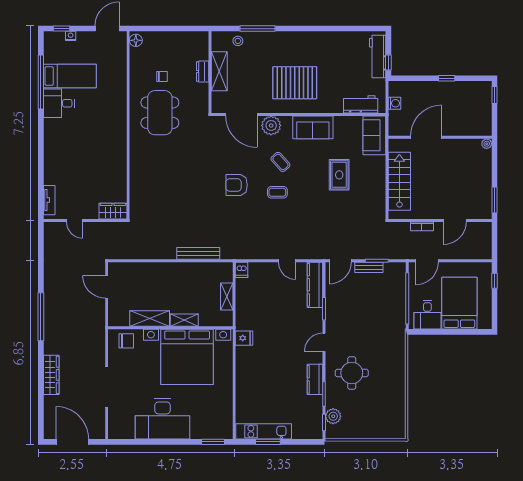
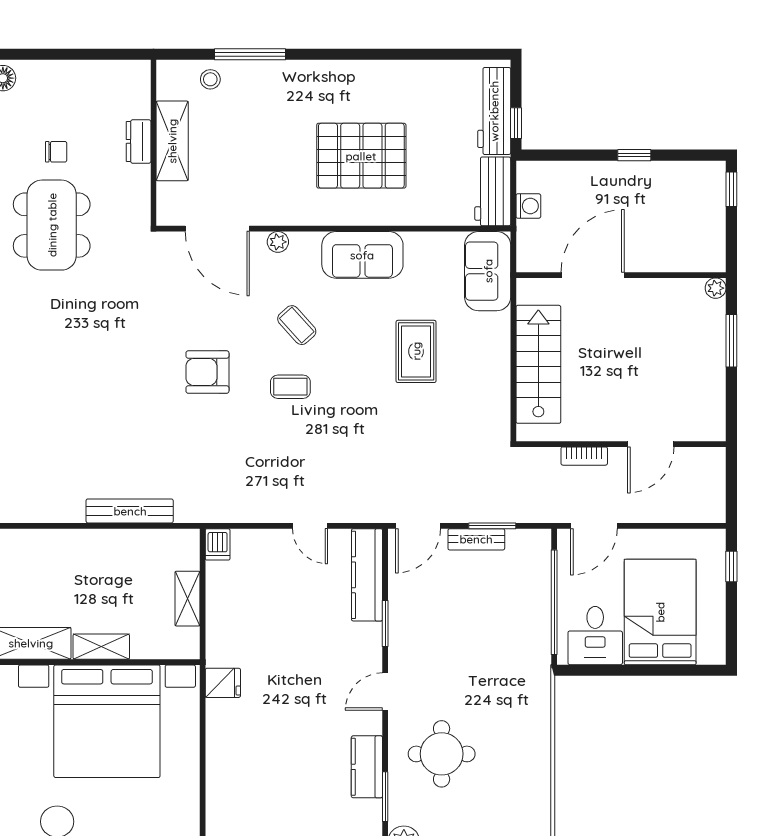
pallet: (295, 83) -> (361, 156), moved
workbench: (361, 104) -> (493, 191), moved, turned -90
plant: (271, 125) -> (278, 242), width x0.53, depth x0.53
window: (494, 200) -> (731, 341), moved

